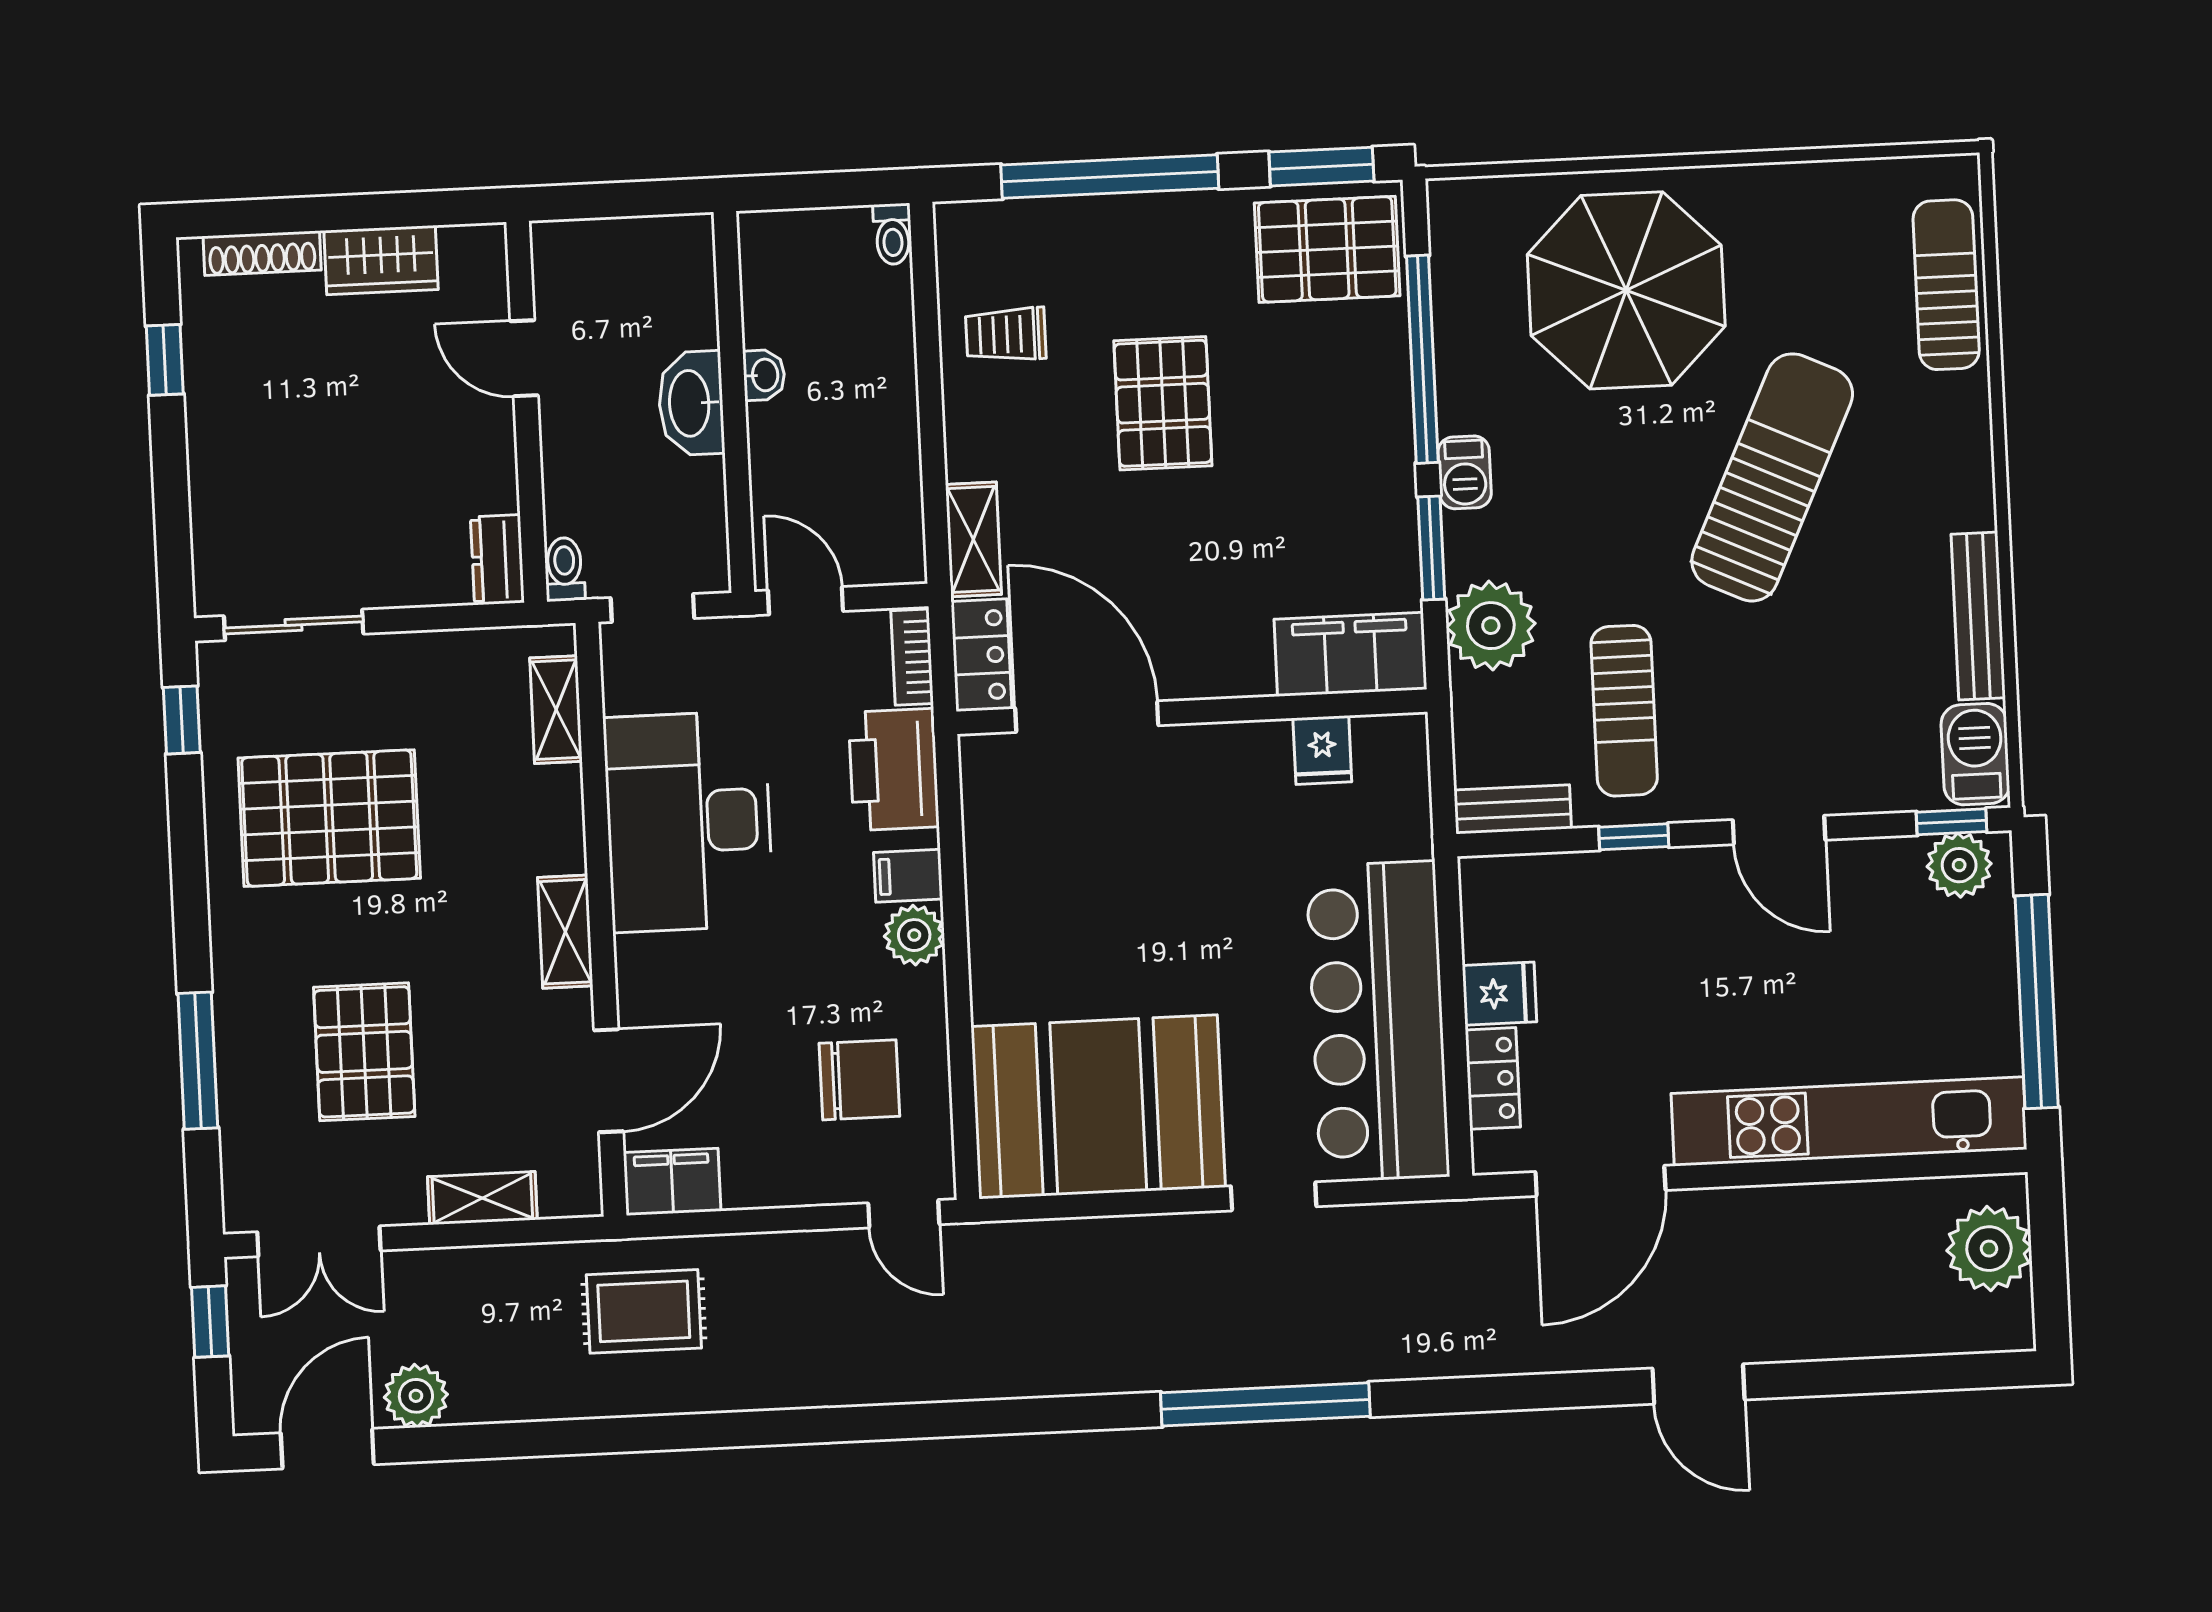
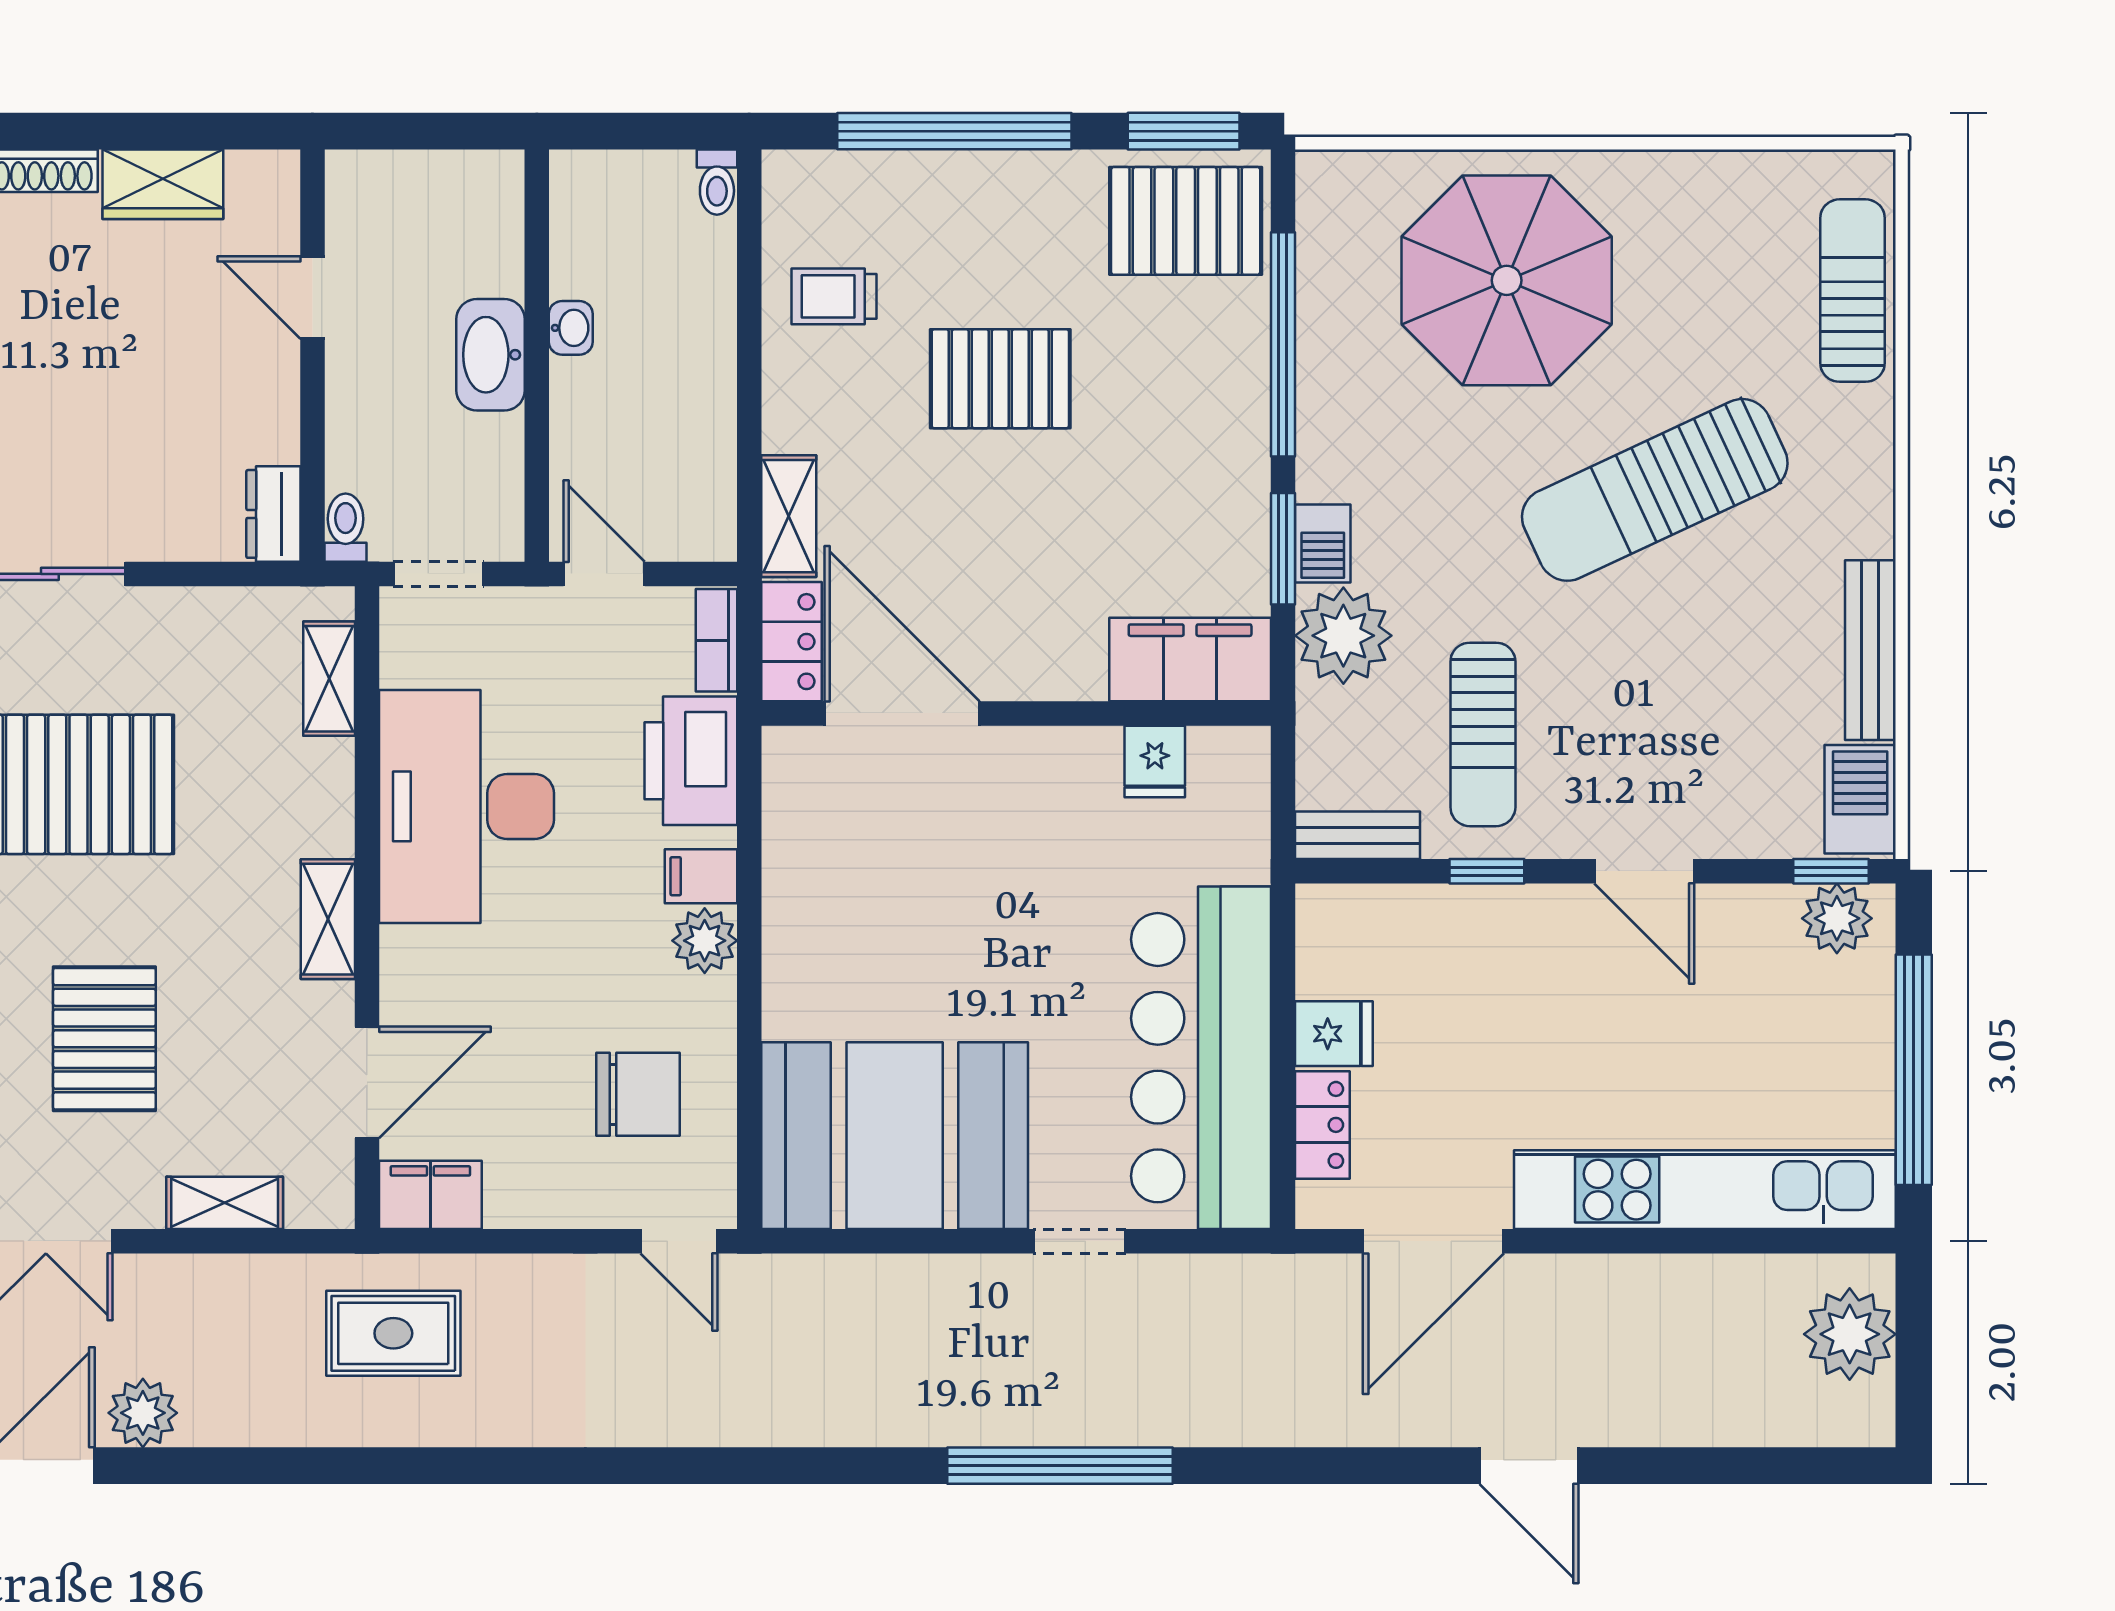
pallet: (1163, 403) -> (1000, 379), turned 90
barbecue: (1465, 472) -> (1323, 543), moved
sun lounger: (1772, 477) -> (1655, 490), turned -140

